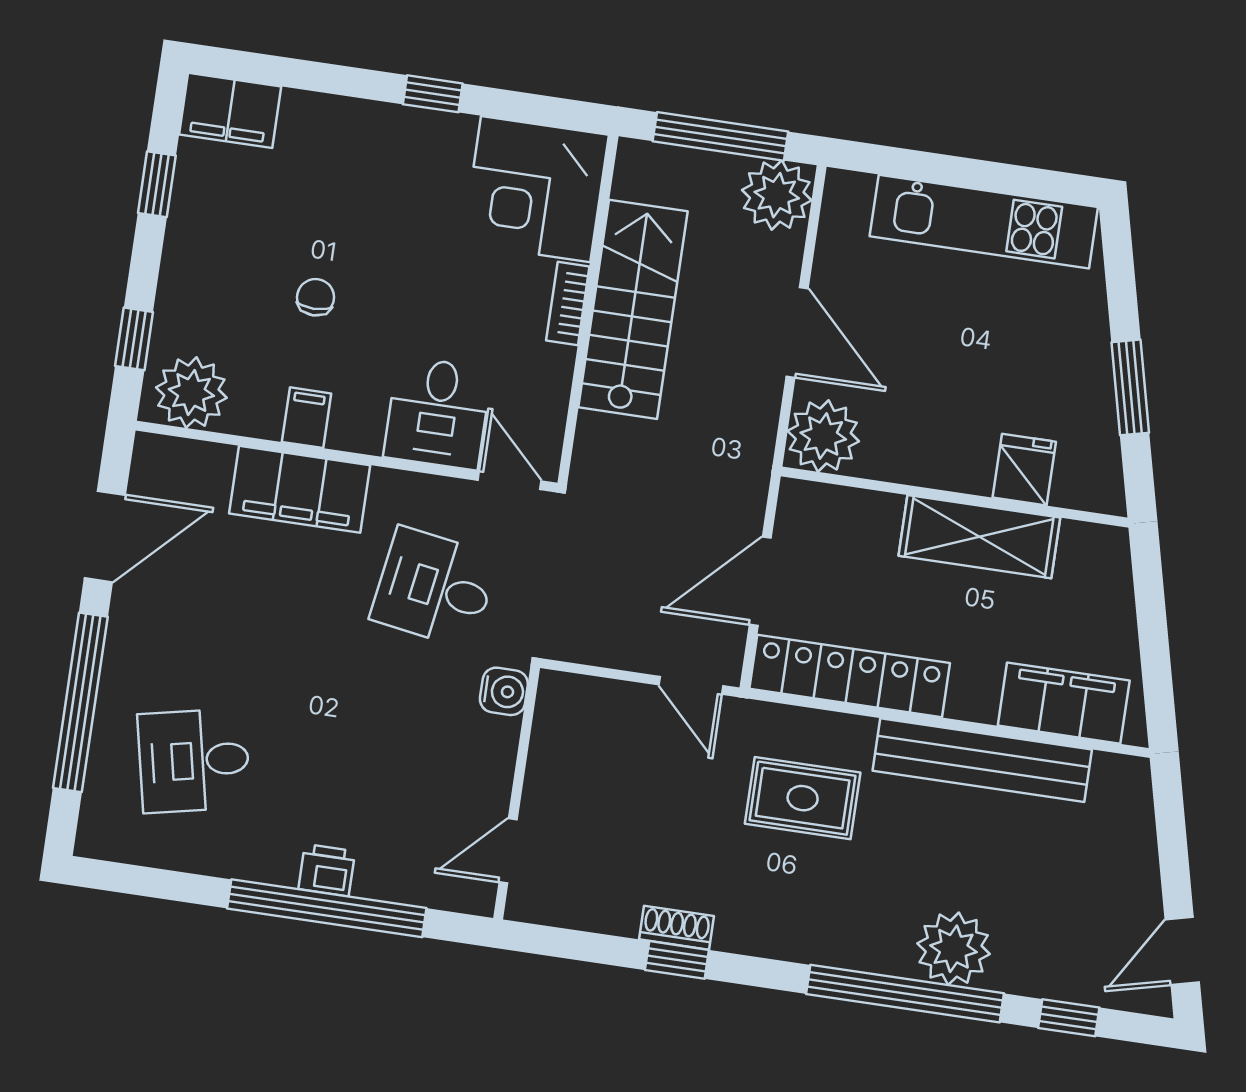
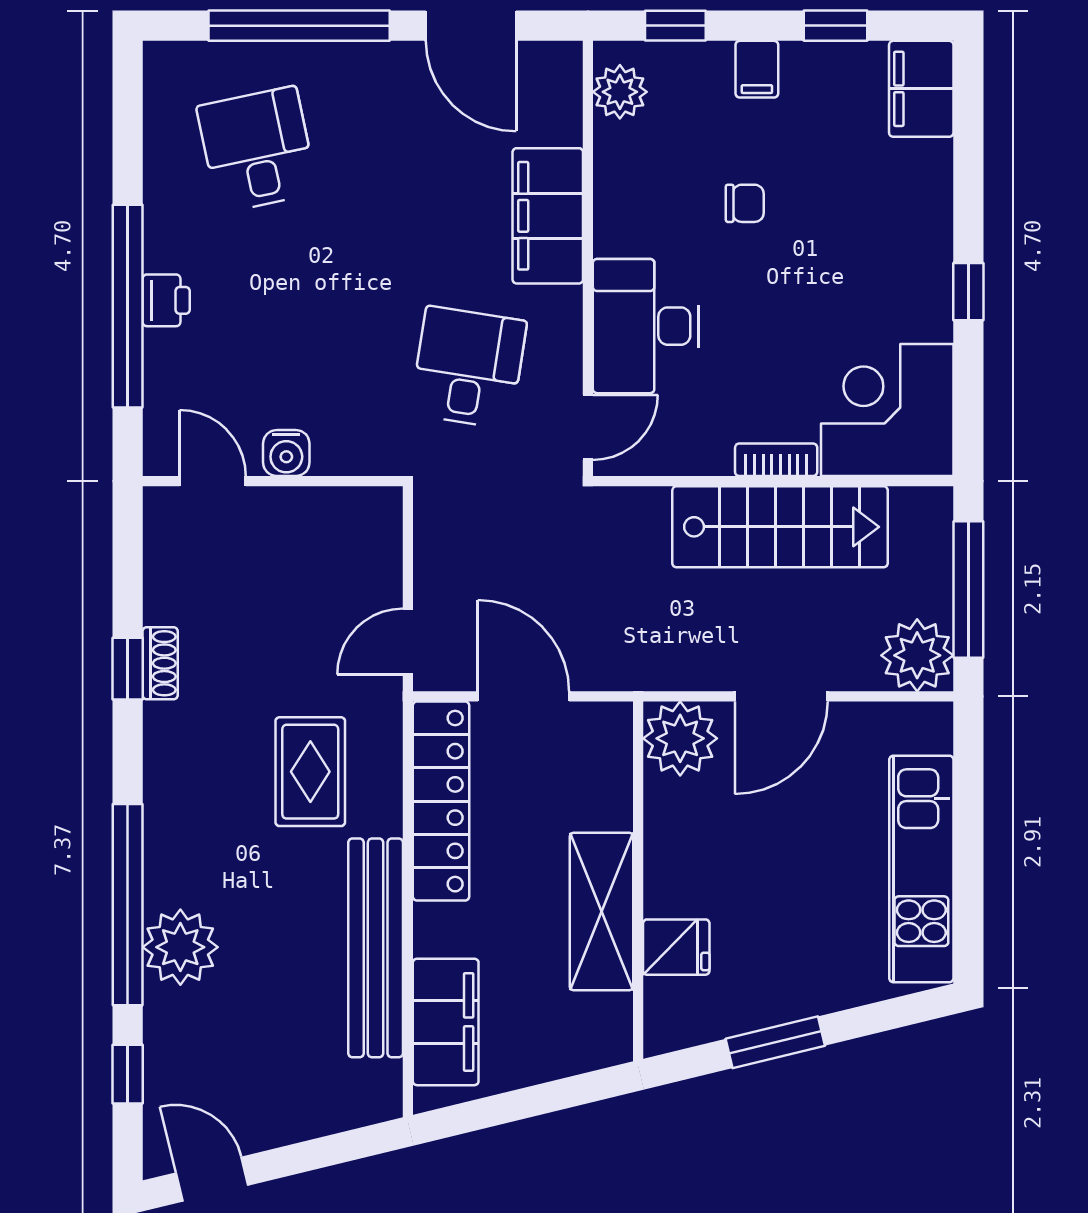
plant: (191, 393) -> (620, 92), width x0.73, depth x0.73
desk: (438, 413) -> (646, 326), width x1.37
filing cabinet: (307, 418) -> (757, 69), moved, turned 90
water cooler: (504, 691) -> (286, 453), moved

